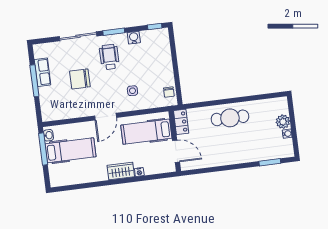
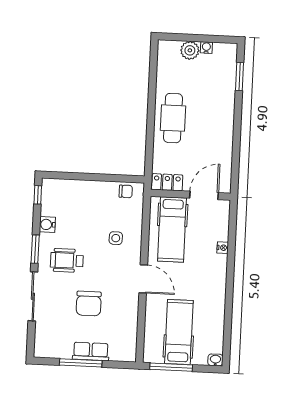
row of seats: (42, 72) -> (91, 351), moved
washbasin: (48, 135) -> (215, 360), moved
wardrobe: (121, 171) -> (217, 272), removed

